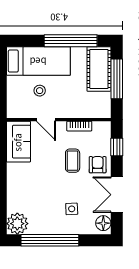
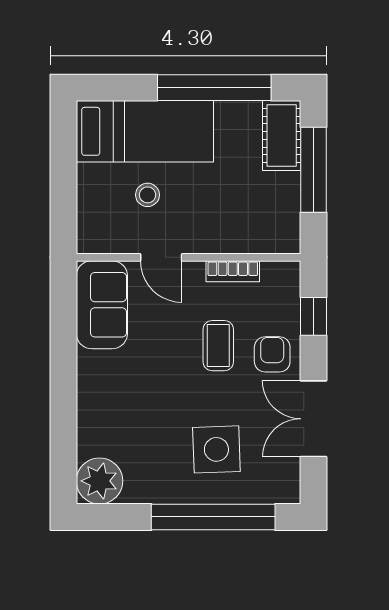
cot: (99, 69) -> (282, 136), width x0.73, depth x0.75
side table: (72, 209) -> (216, 449), width x1.87, depth x1.87
floor lamp: (103, 223) -> (284, 480), removed
window: (50, 240) -> (213, 517), moved

